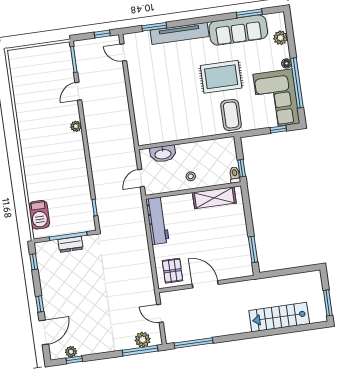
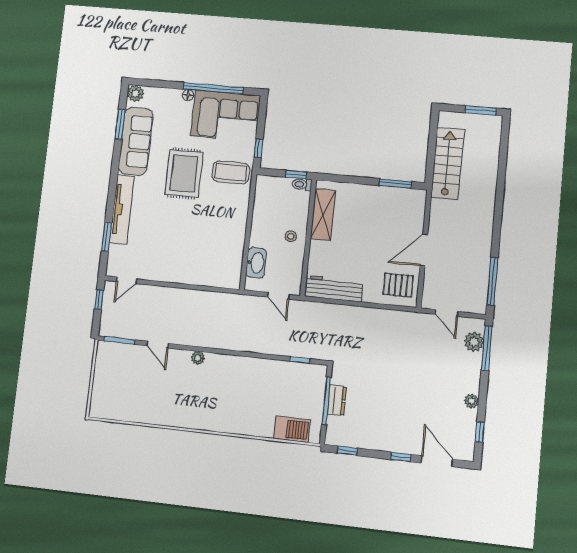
plant: (281, 38) -> (135, 93), moved
window: (278, 129) -> (258, 148), moved
door: (160, 313) -> (447, 313), hinge flipped
stairs: (279, 317) -> (447, 164), moved, turned 180
plant: (71, 352) -> (472, 401), moved

